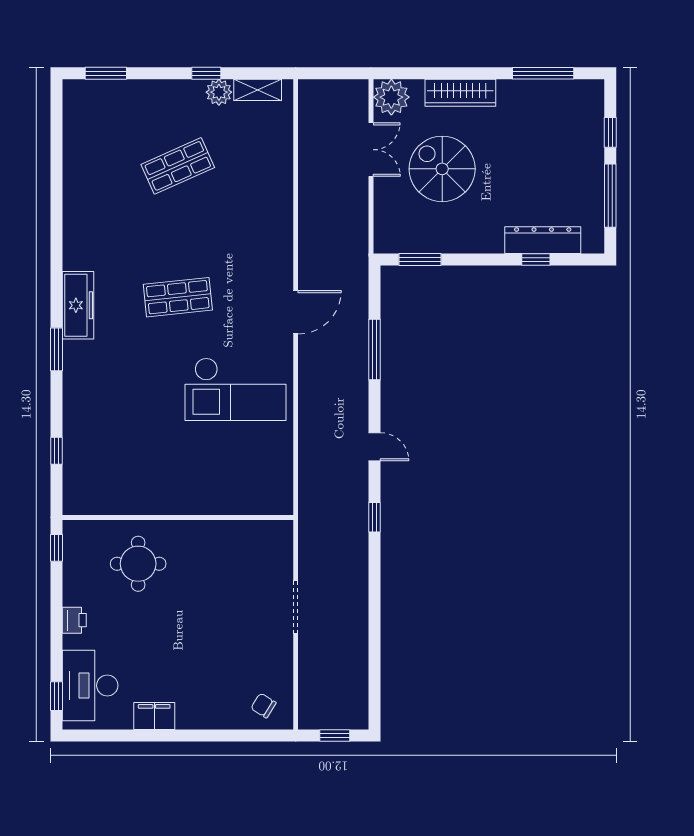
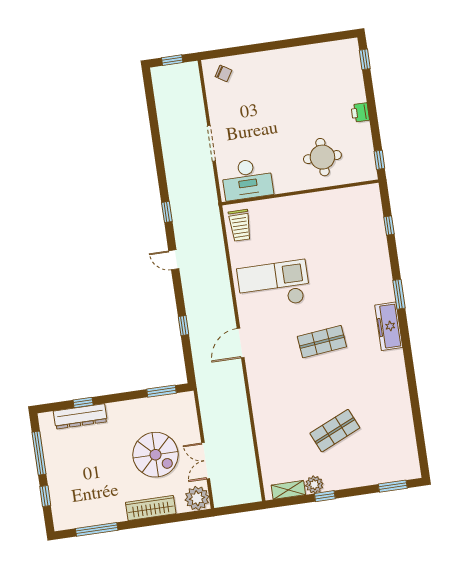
window: (375, 350) -> (183, 326), width x0.46
trolley: (272, 483) -> (240, 225), added
desk: (90, 685) -> (247, 179), moved, turned 90
filing cabinet: (154, 716) -> (297, 56), removed

